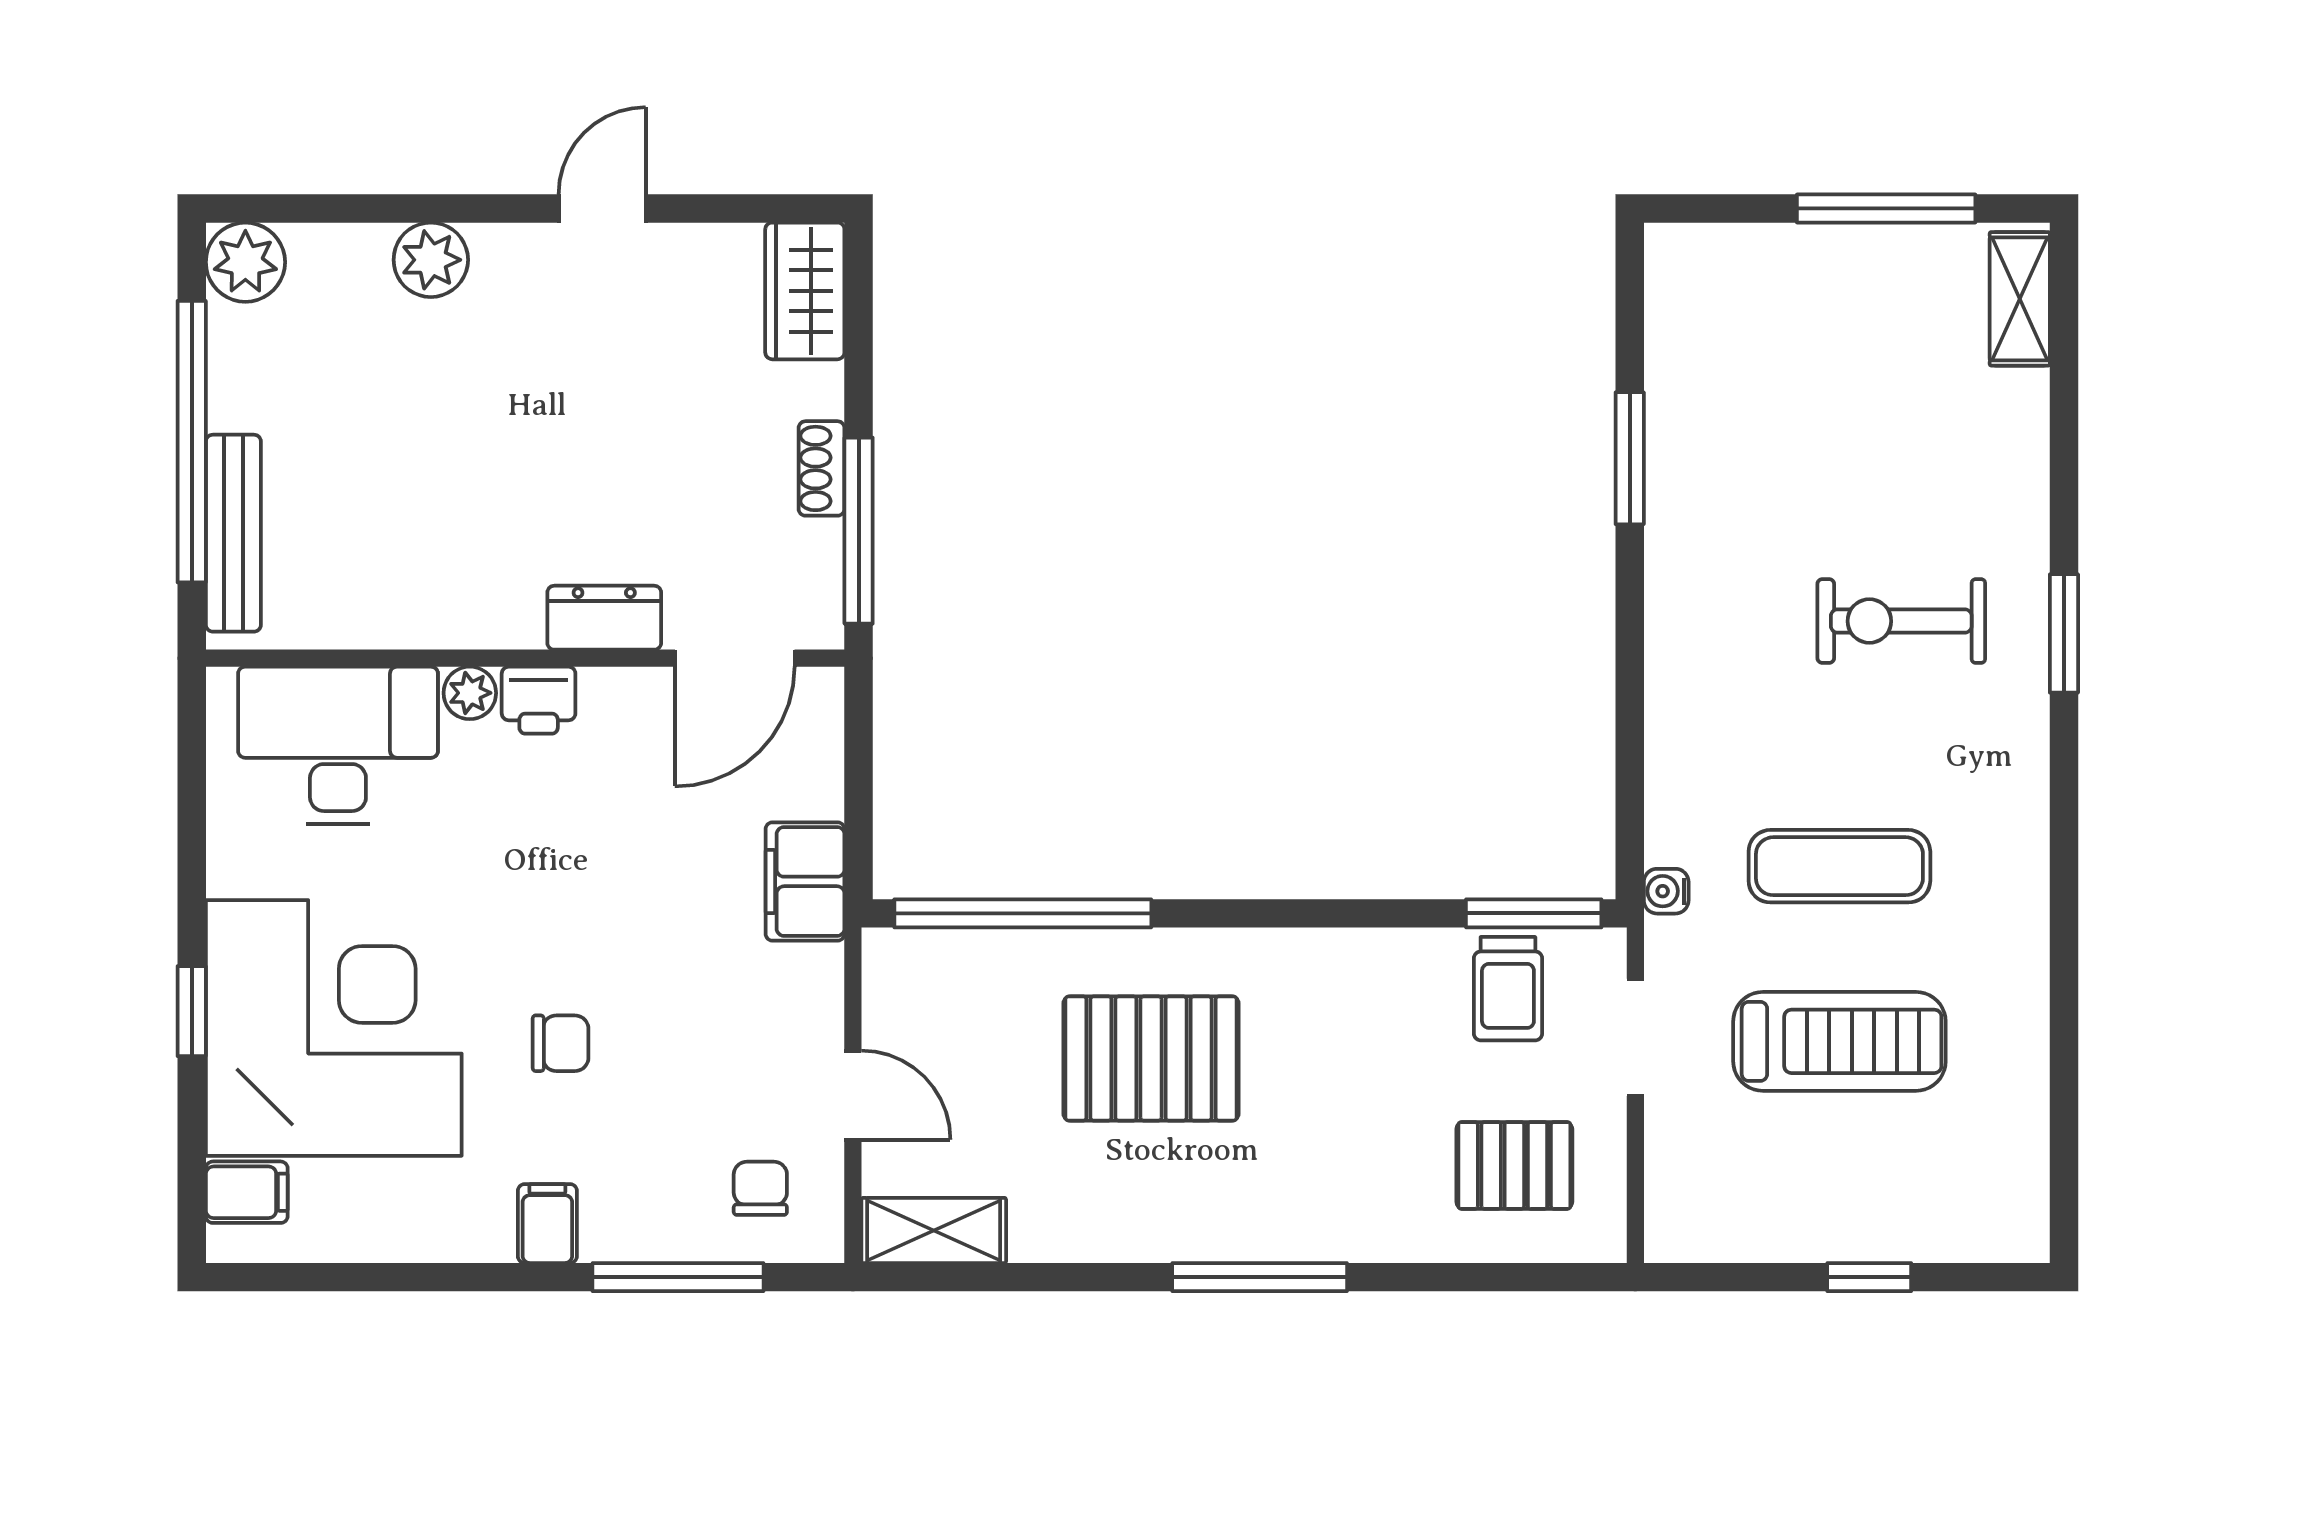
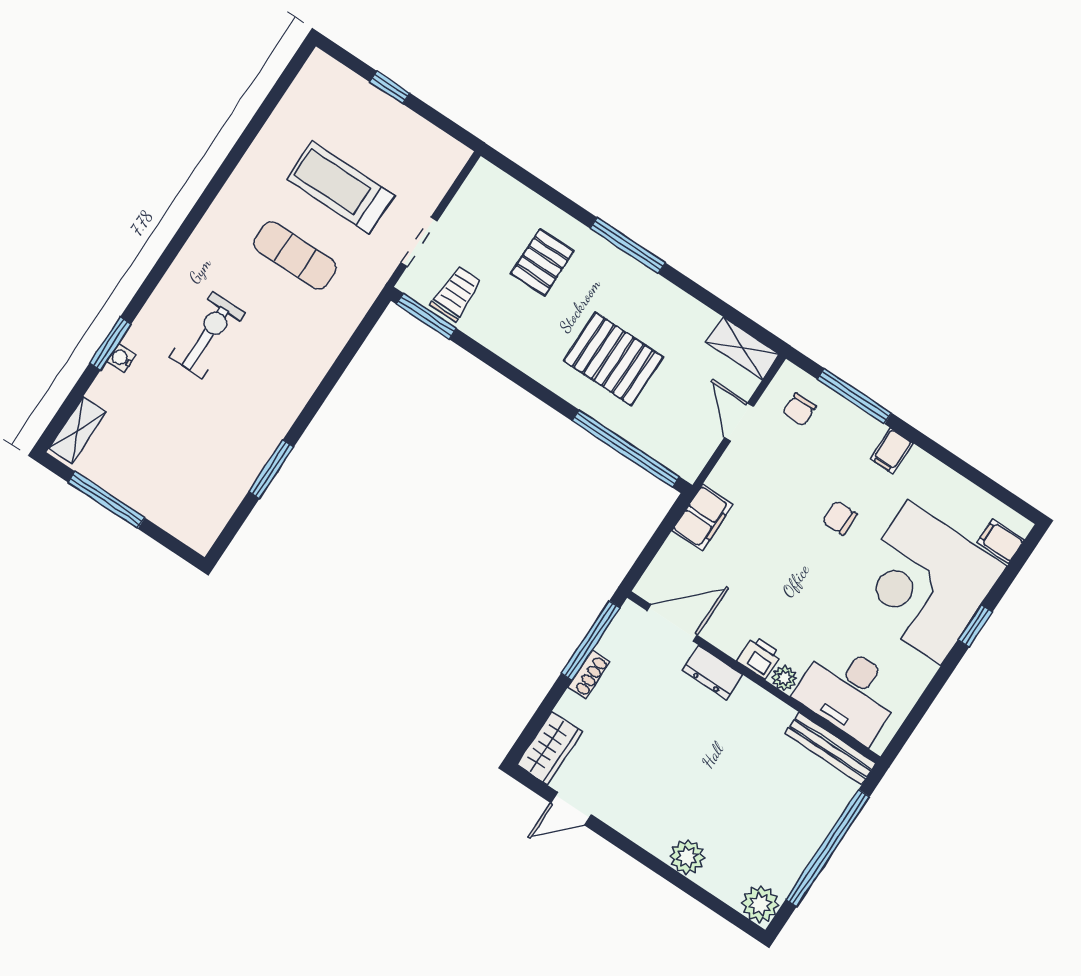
door: (602, 208) -> (571, 809), moved
bench: (233, 533) -> (831, 748), moved, turned 90
exercise bike: (1901, 621) -> (207, 335), turned -90
window: (2064, 633) -> (110, 344), moved
water cooler: (1666, 891) -> (121, 358), moved, turned 180
pallet: (1514, 1165) -> (542, 262), moved, turned 90

